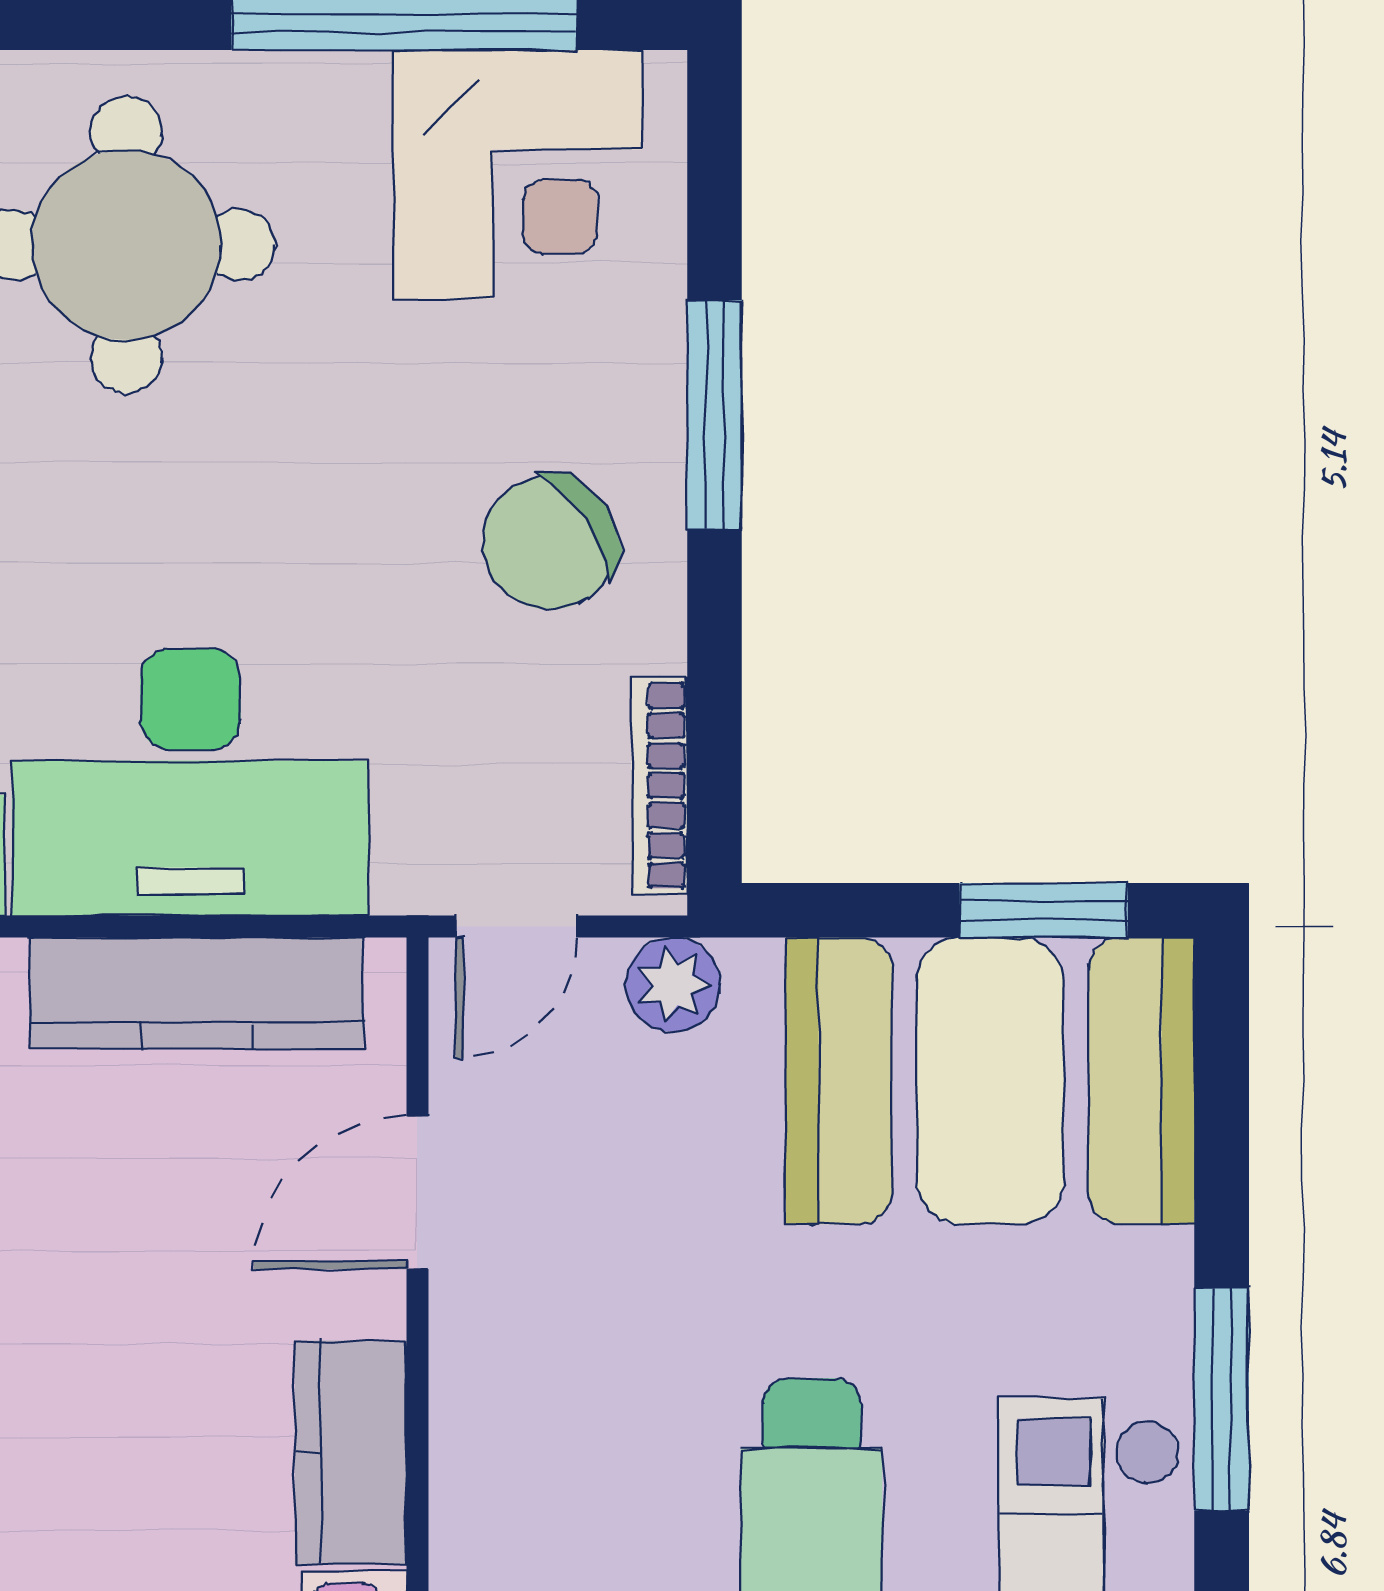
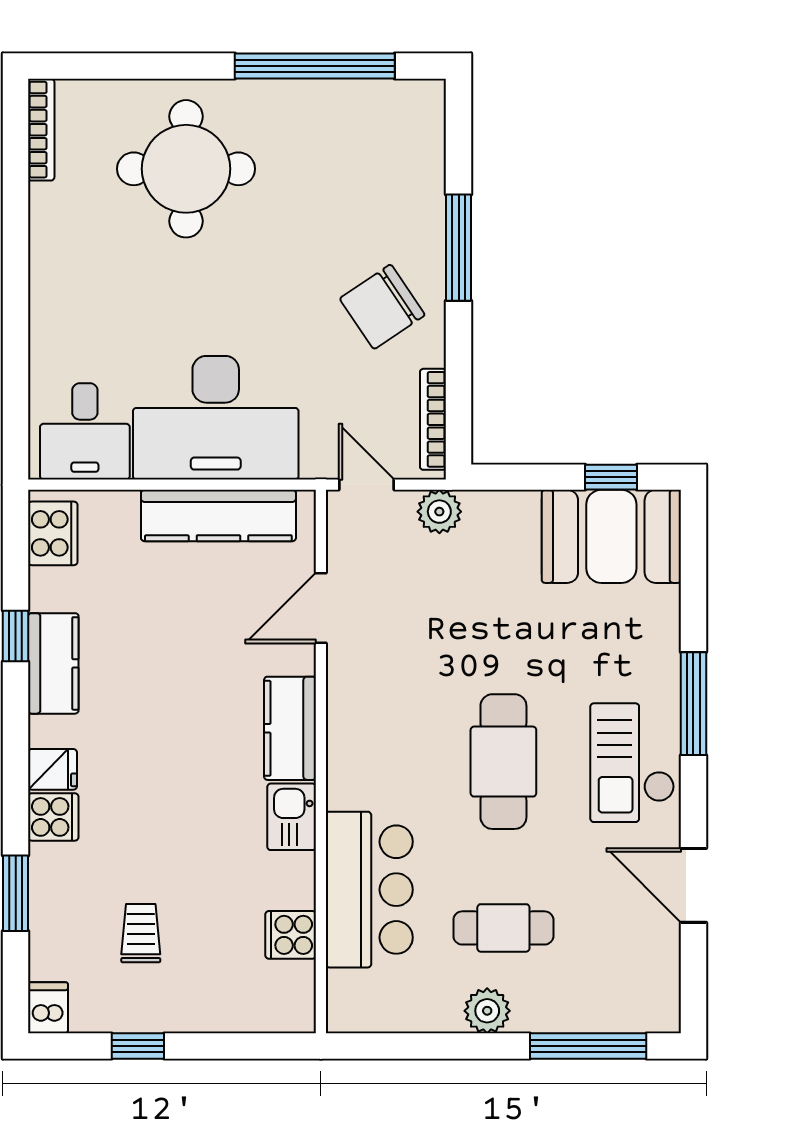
corner desk: (518, 174) -> (367, 136), removed
window: (1044, 910) -> (611, 477), width x0.67
door: (516, 927) -> (367, 485), swing flipped
booth: (990, 1081) -> (611, 536), width x0.73, depth x0.70

